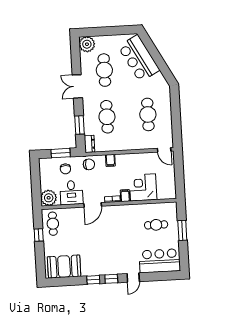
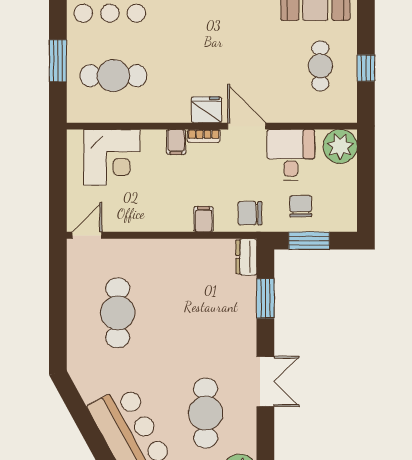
cafe table: (107, 117) -> (206, 313), removed
door: (164, 150) -> (87, 235), hinge flipped
corner desk: (143, 187) -> (112, 157), moved
door: (93, 205) -> (247, 126), hinge flipped
fridge: (112, 211) -> (206, 110), added
cafe table: (53, 224) -> (320, 66), moved
cafe table: (156, 225) -> (113, 76), width x1.37, depth x1.35

